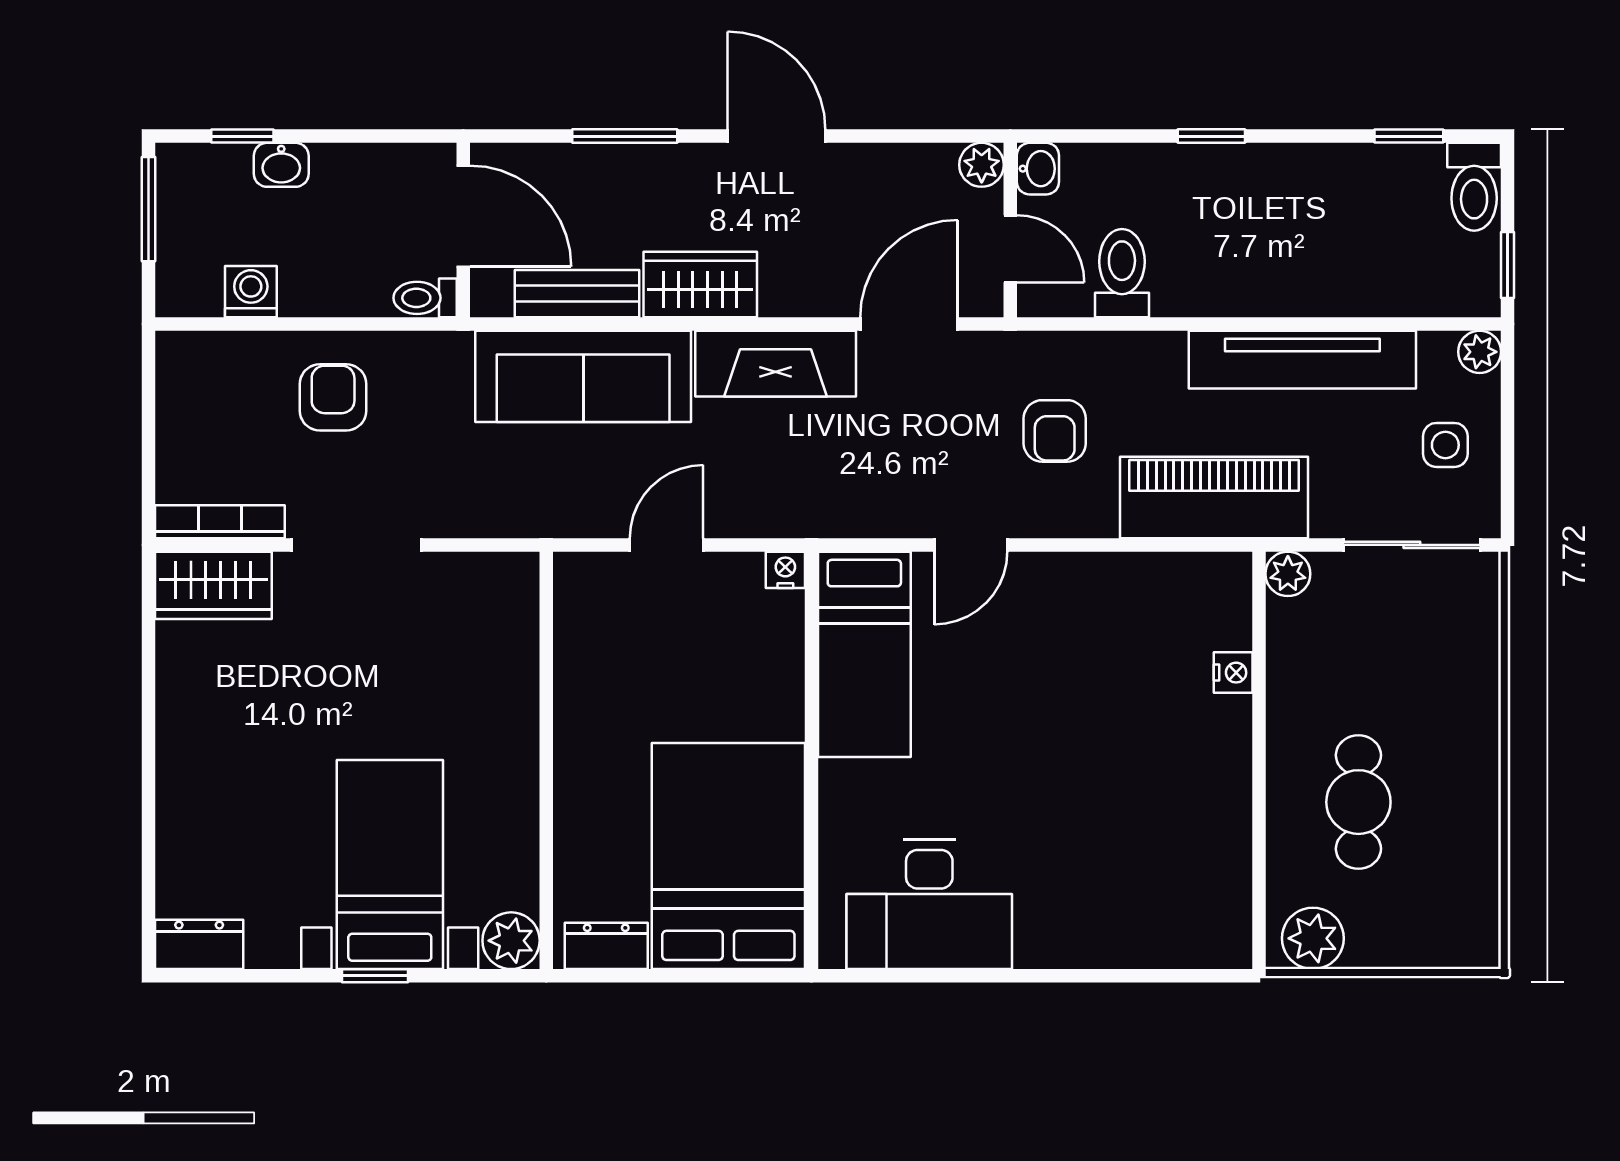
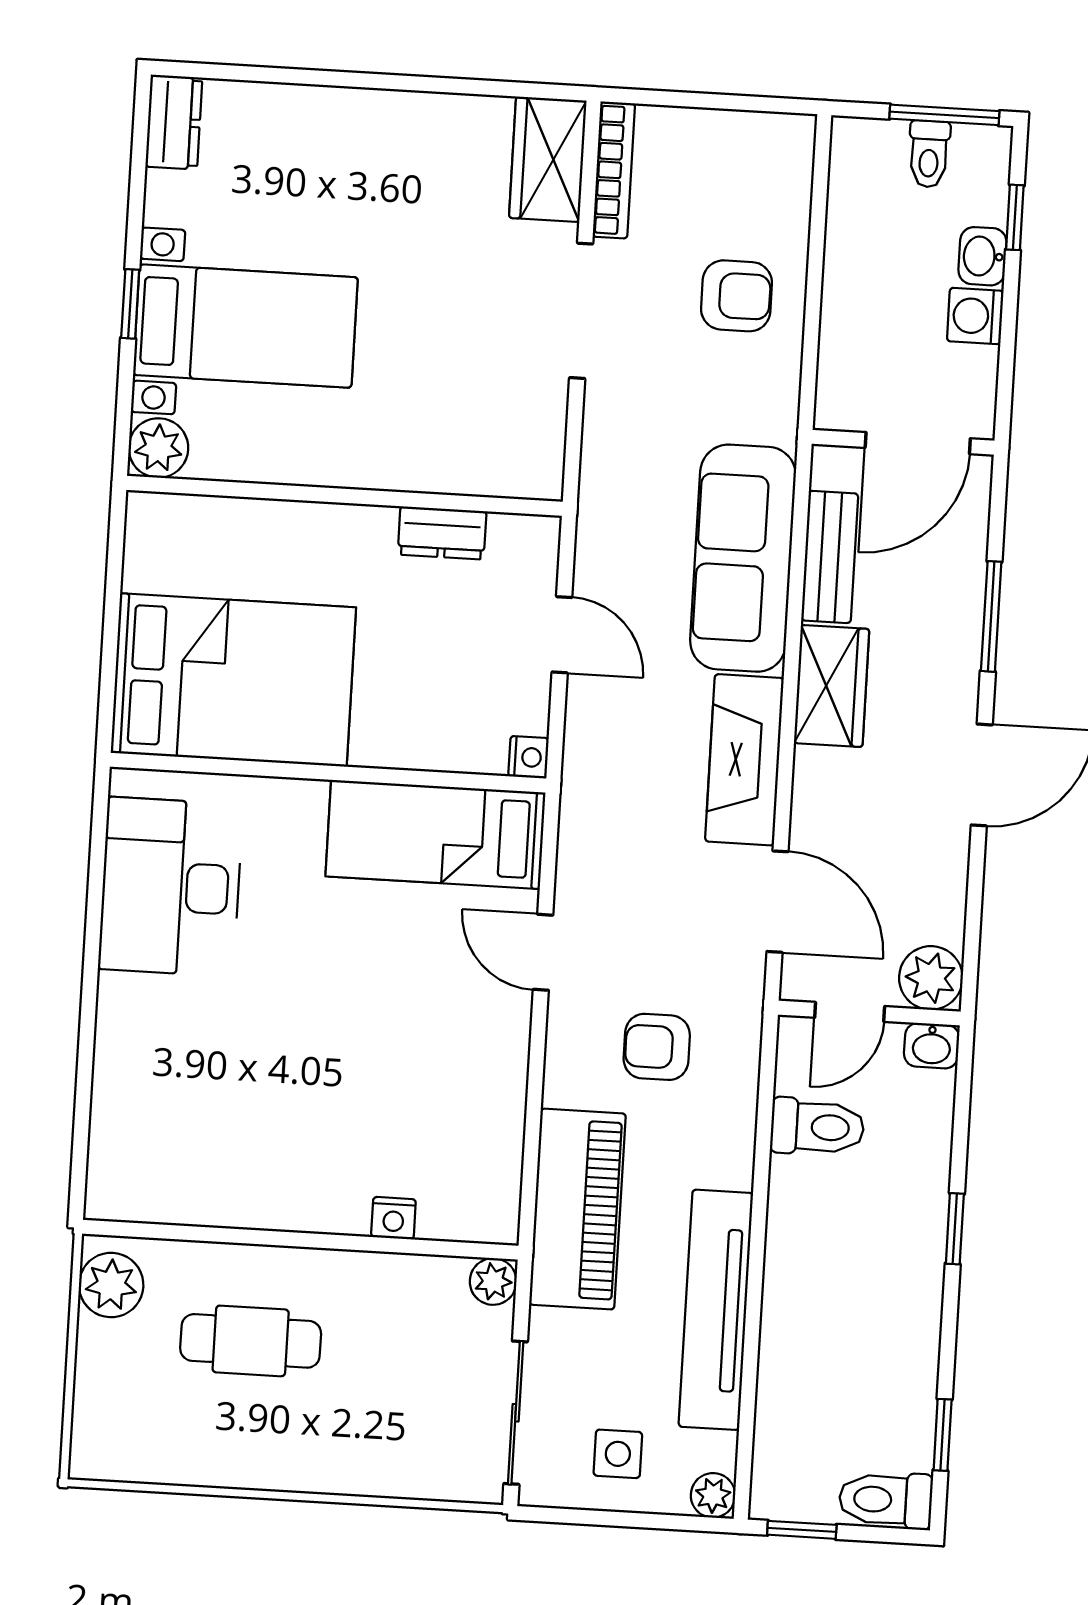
plant: (982, 165) -> (931, 978), width x1.38, depth x1.38
washing machine: (251, 292) -> (975, 316), moved, turned 180
toilet: (425, 298) -> (929, 154), moved, turned 180
dresser: (606, 946) -> (442, 533), moved, turned 90

